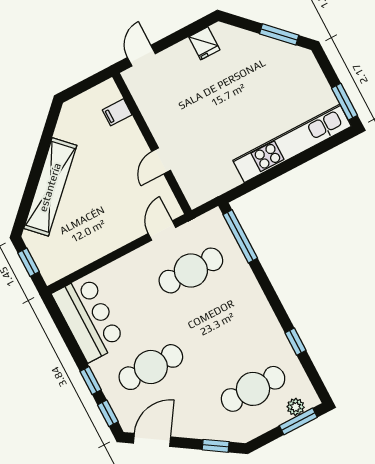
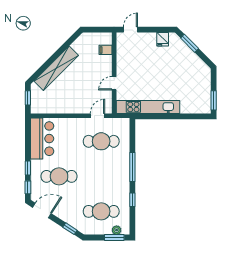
window: (279, 34) -> (190, 43), moved
kitchen unit: (292, 143) -> (148, 107), moved
window: (240, 236) -> (132, 167), moved

